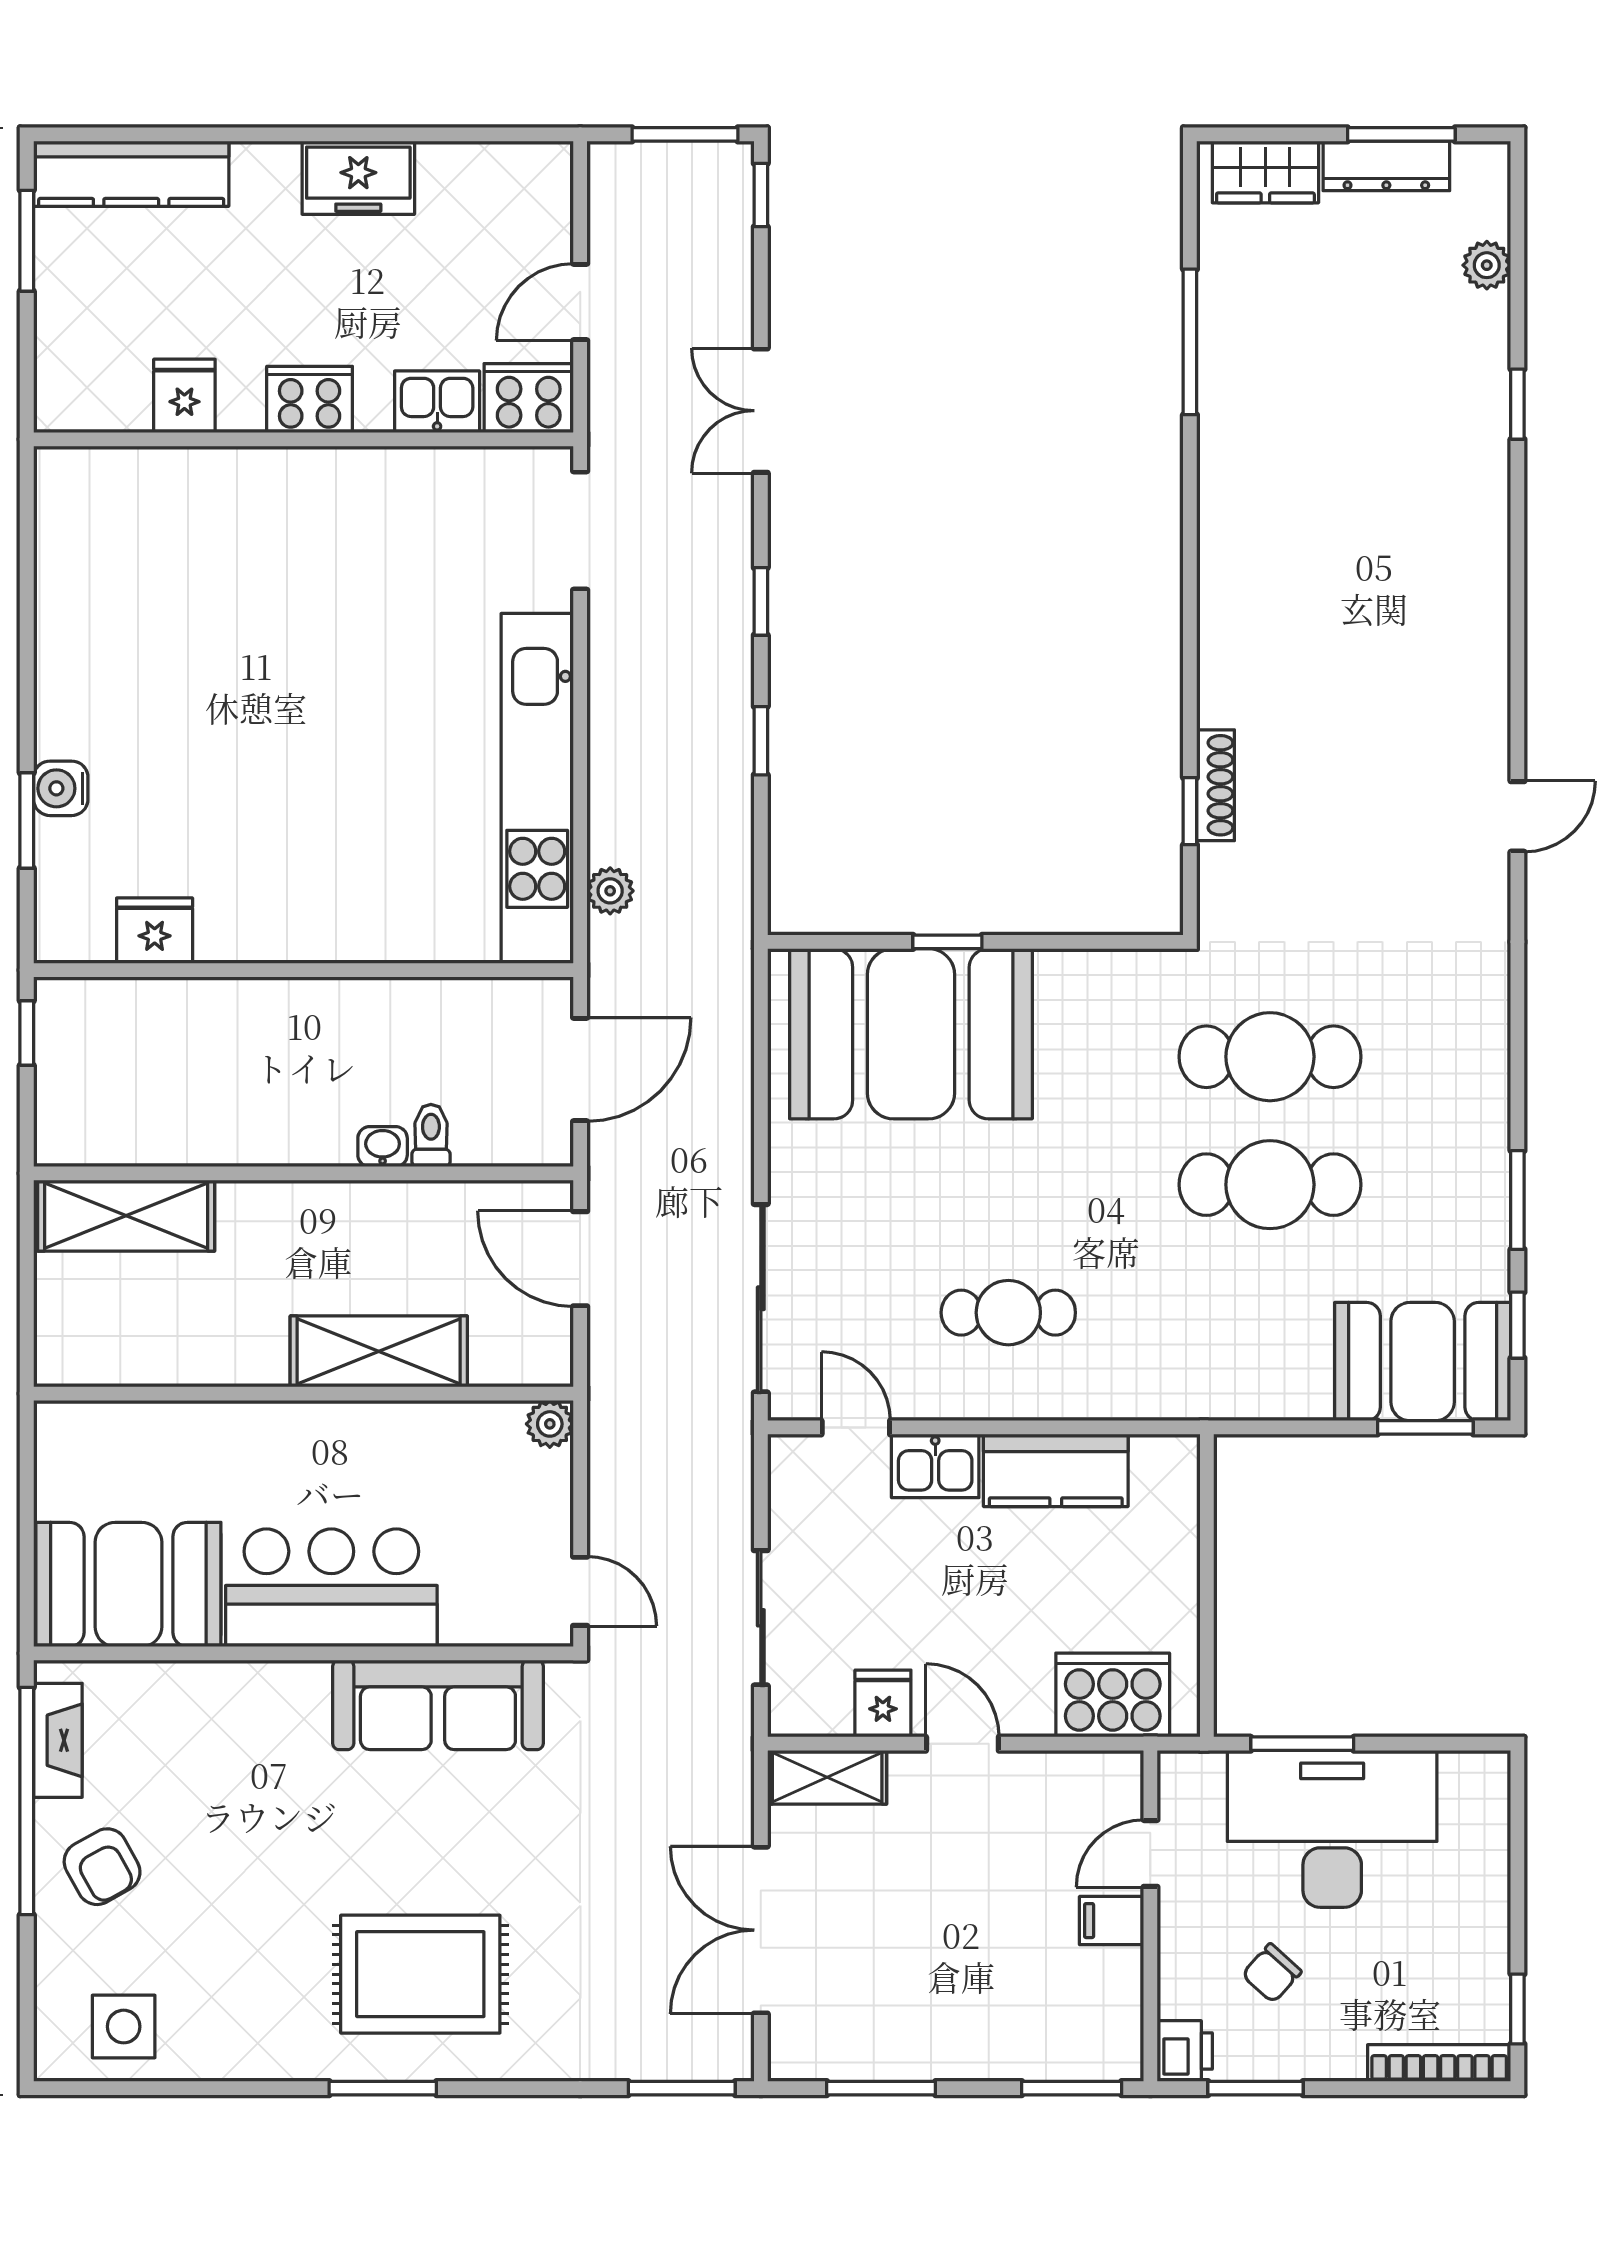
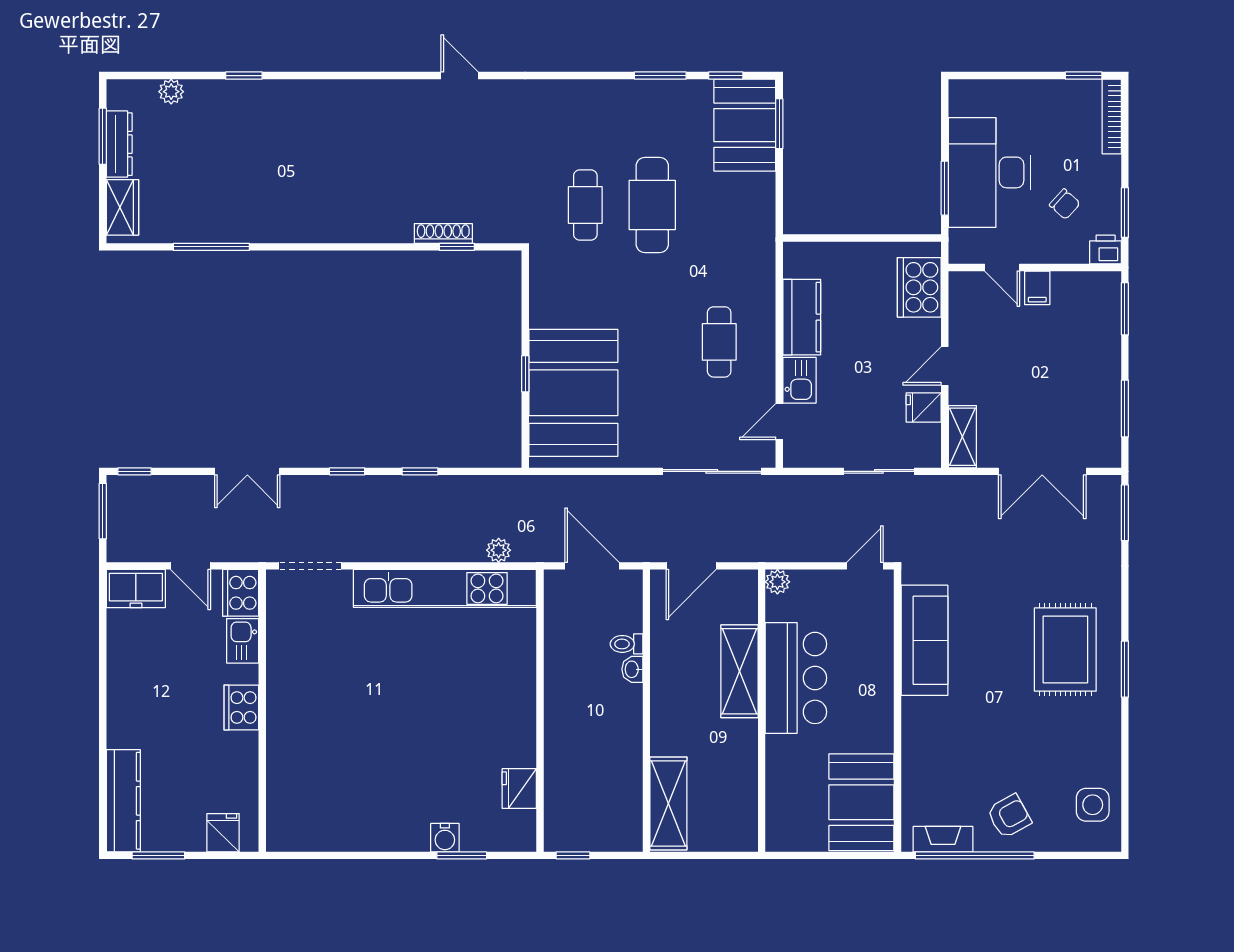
freezer: (358, 178) -> (136, 589), moved, turned 90
fridge: (184, 396) -> (223, 833), moved, turned 90
cafe table: (1270, 1057) -> (585, 205), width x0.73, depth x0.74
bar counter: (331, 1588) -> (796, 678), moved, turned 180

